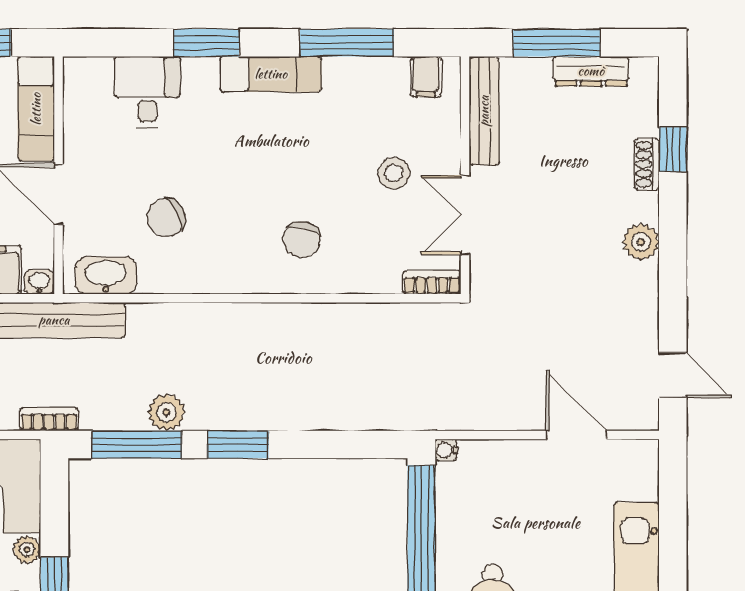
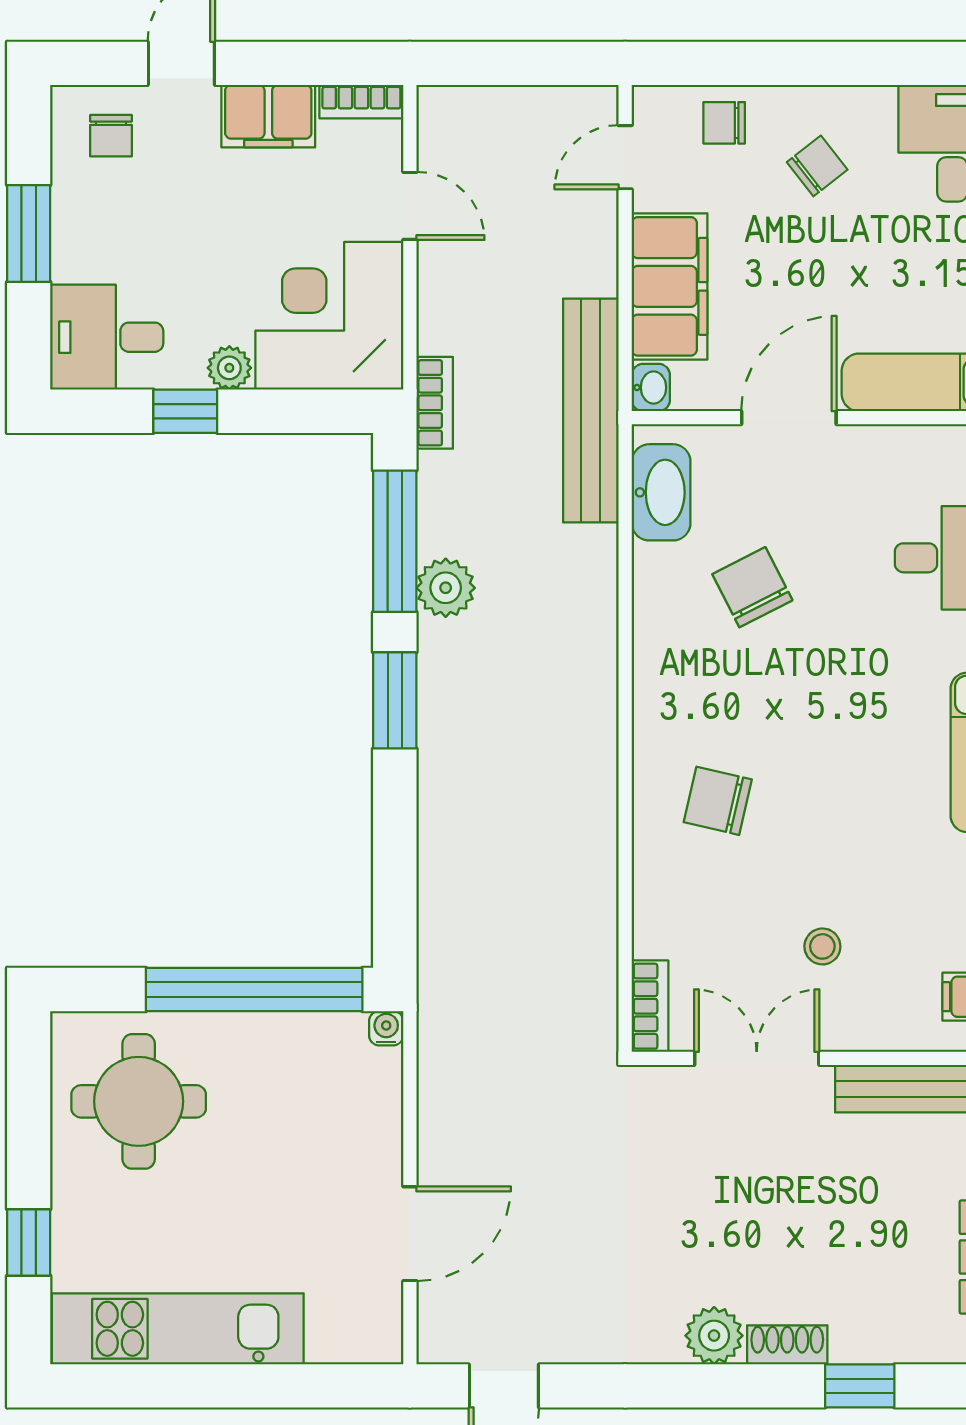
shoe rack: (647, 164) -> (787, 1345), moved
stool: (394, 173) -> (822, 946), width x0.73, depth x0.73

